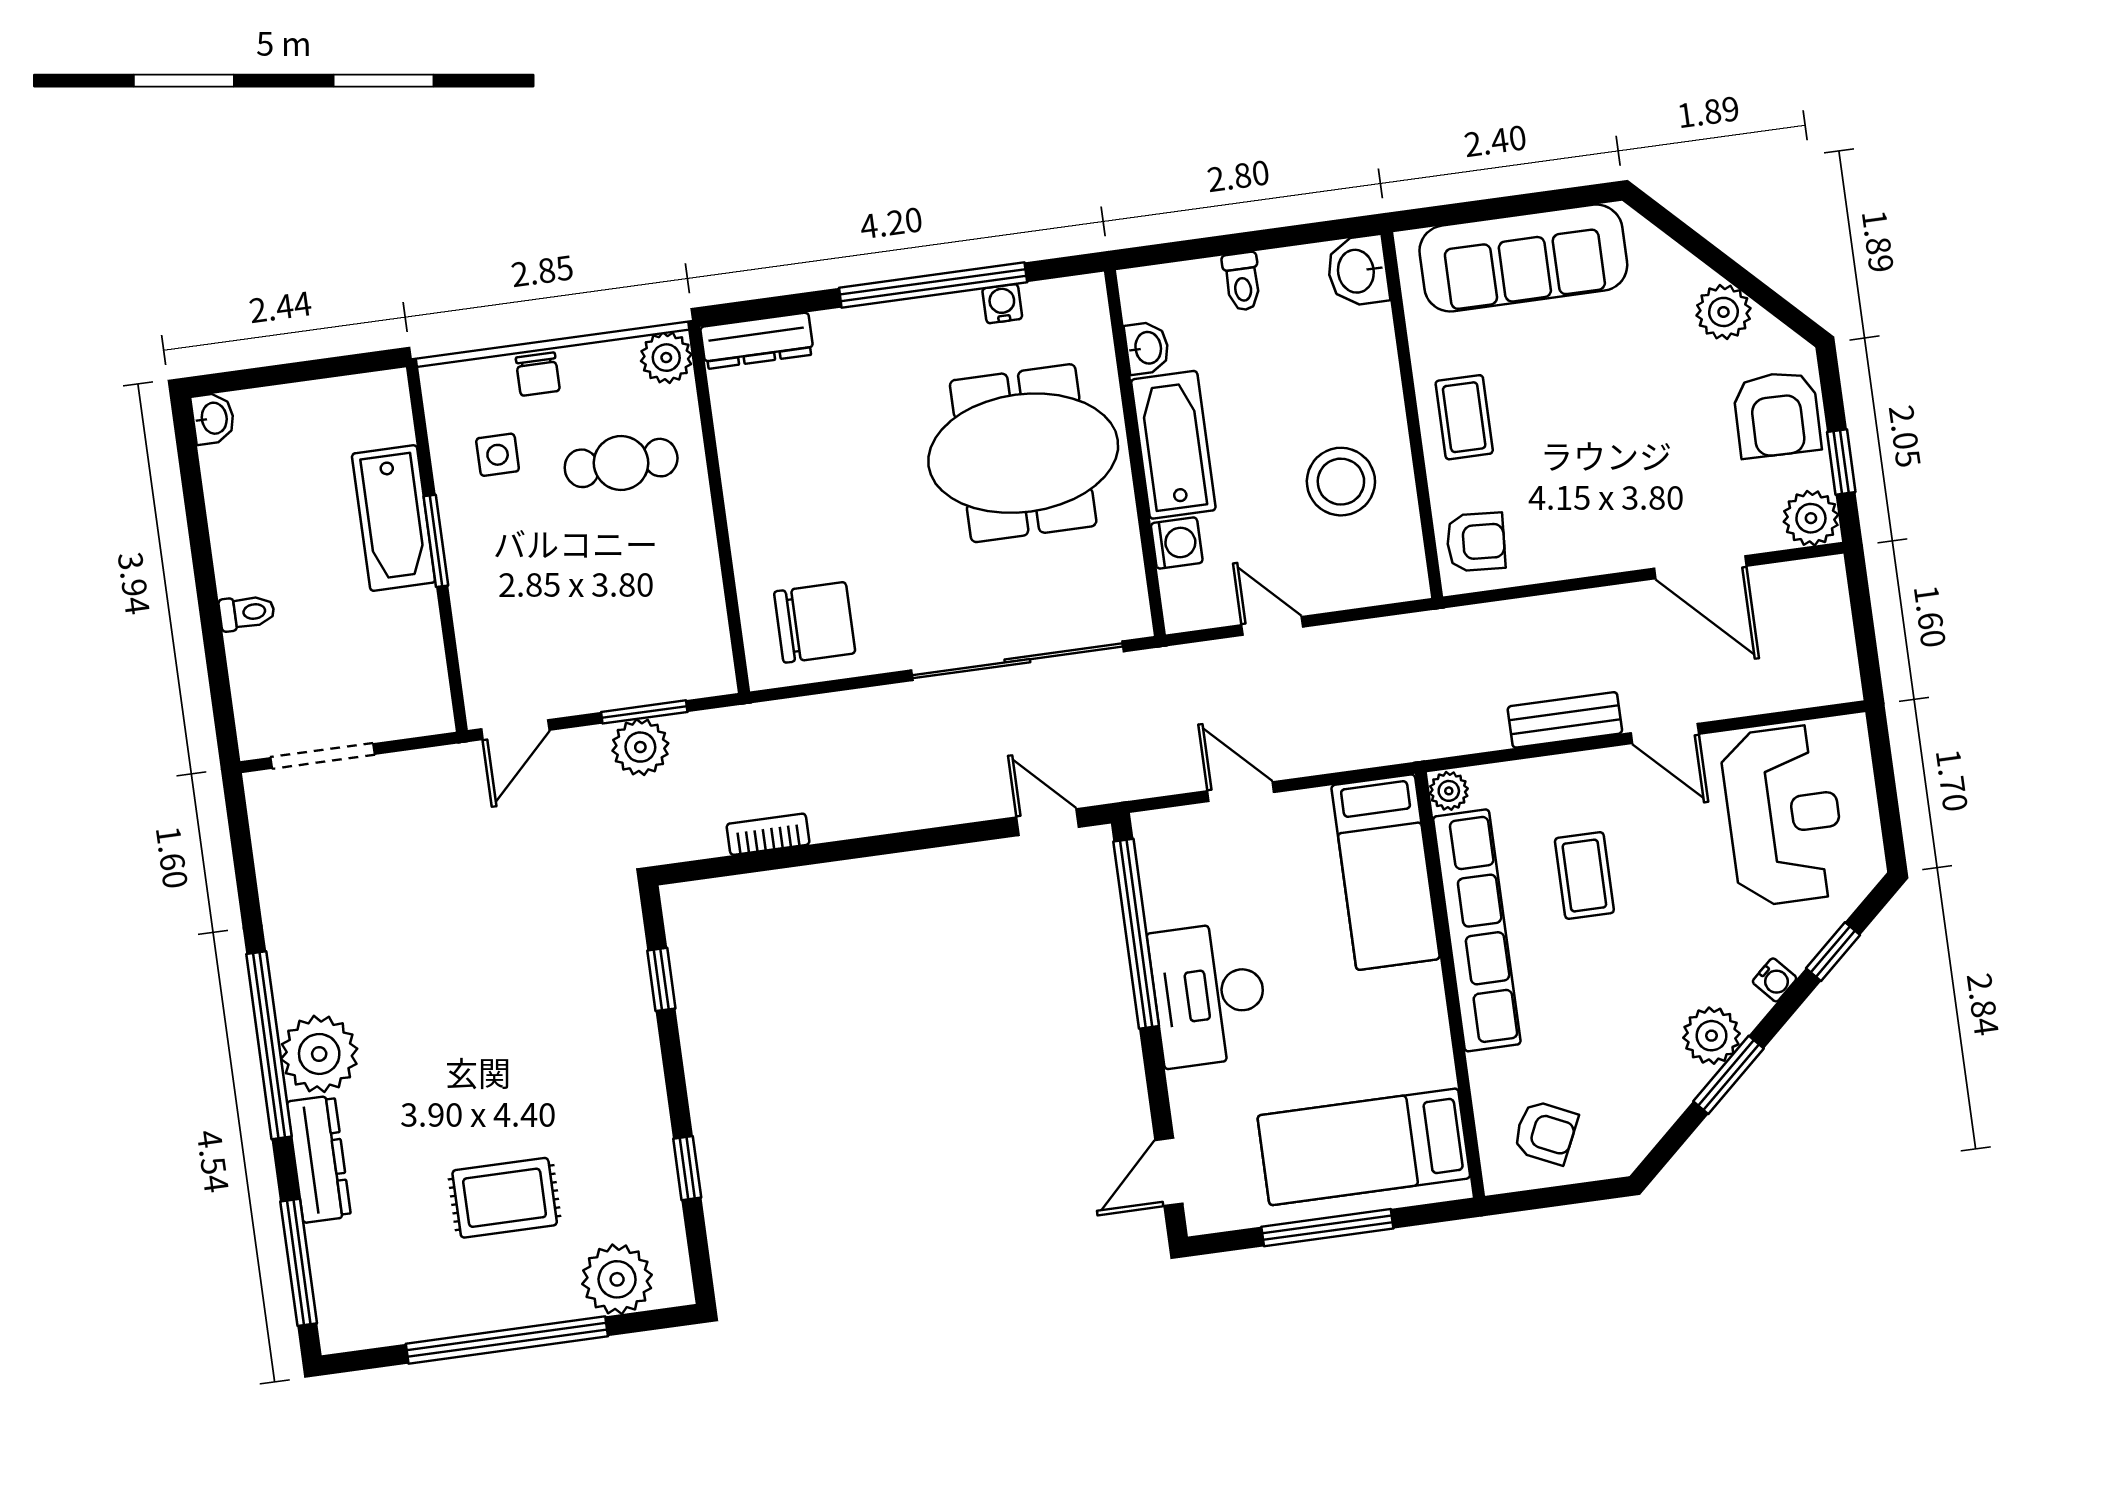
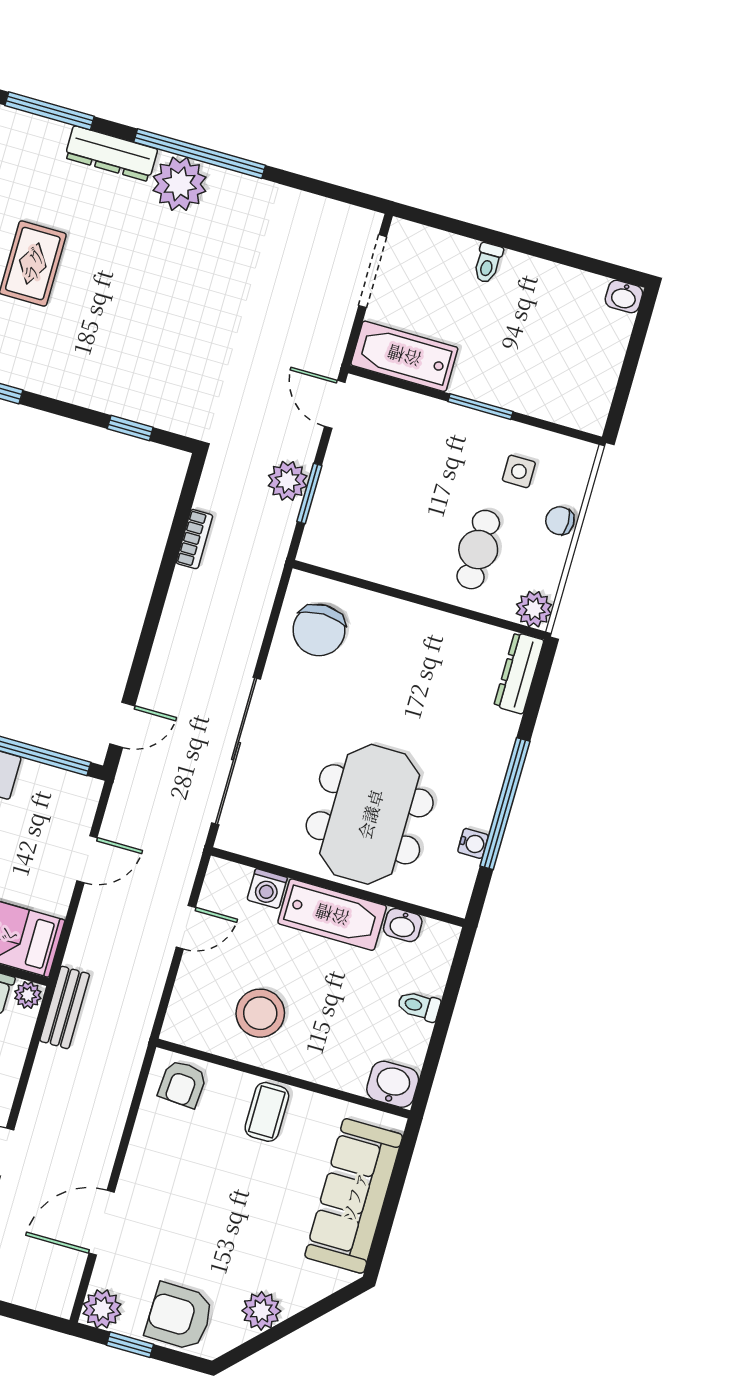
coffee table: (1464, 417) -> (267, 1112), turned 90
bathtub: (394, 518) -> (404, 356), moved
bench: (1565, 720) -> (65, 1007), moved

